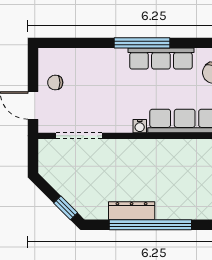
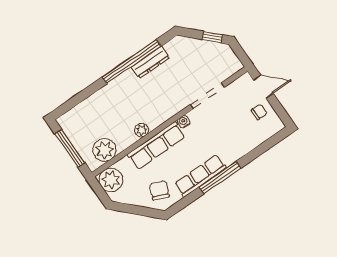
doorway: (79, 136) -> (207, 96), moved
plant: (189, 147) -> (142, 130), added
window: (66, 208) -> (212, 37), moved

